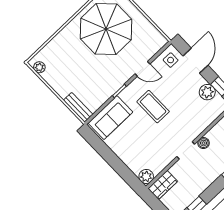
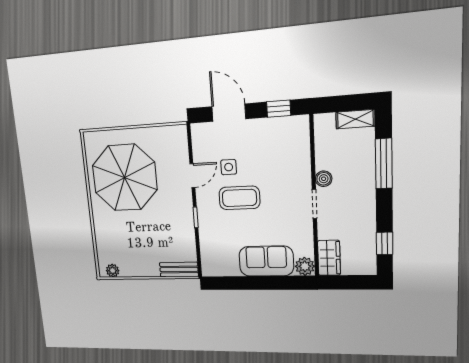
side table: (171, 60) -> (229, 167), moved
plant: (207, 92) -> (273, 128), removed
sofa: (110, 118) -> (266, 261), moved, turned -90

